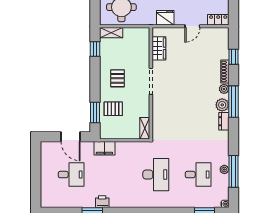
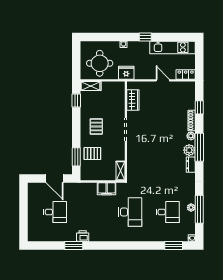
fridge: (165, 18) -> (126, 73), moved
door: (192, 26) -> (163, 80), swing flipped
filing cabinet: (104, 148) -> (107, 189), moved

